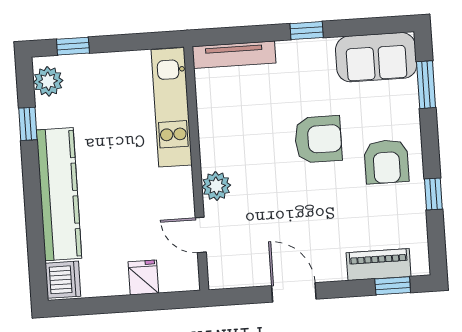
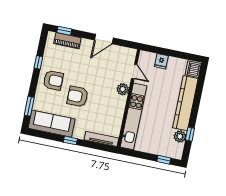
sofa: (376, 57) -> (52, 124), width x1.36
plant: (48, 81) -> (180, 136), moved
kitchen unit: (172, 107) -> (133, 116), width x1.36
armchair: (386, 162) -> (53, 80), turned 90
door: (294, 292) -> (104, 39), hinge flipped

